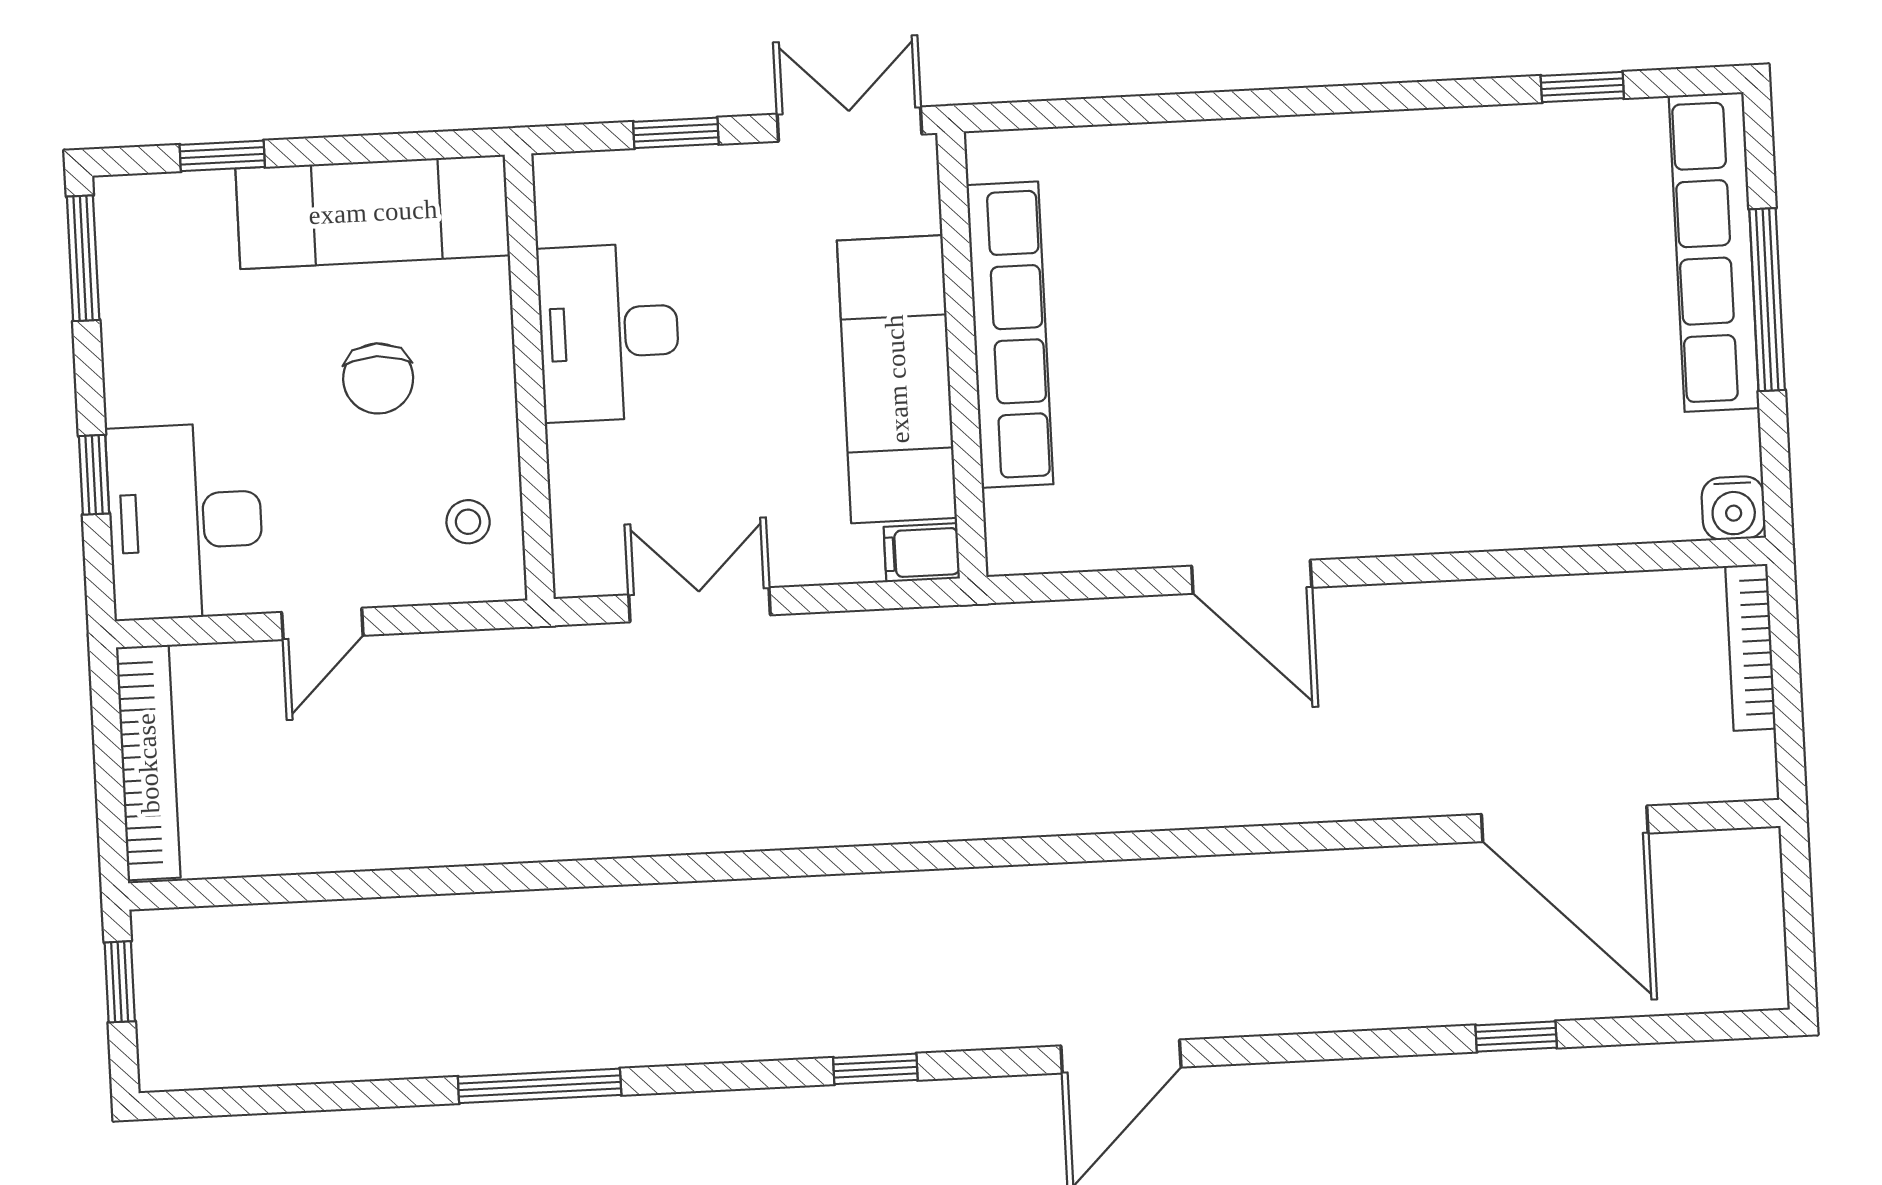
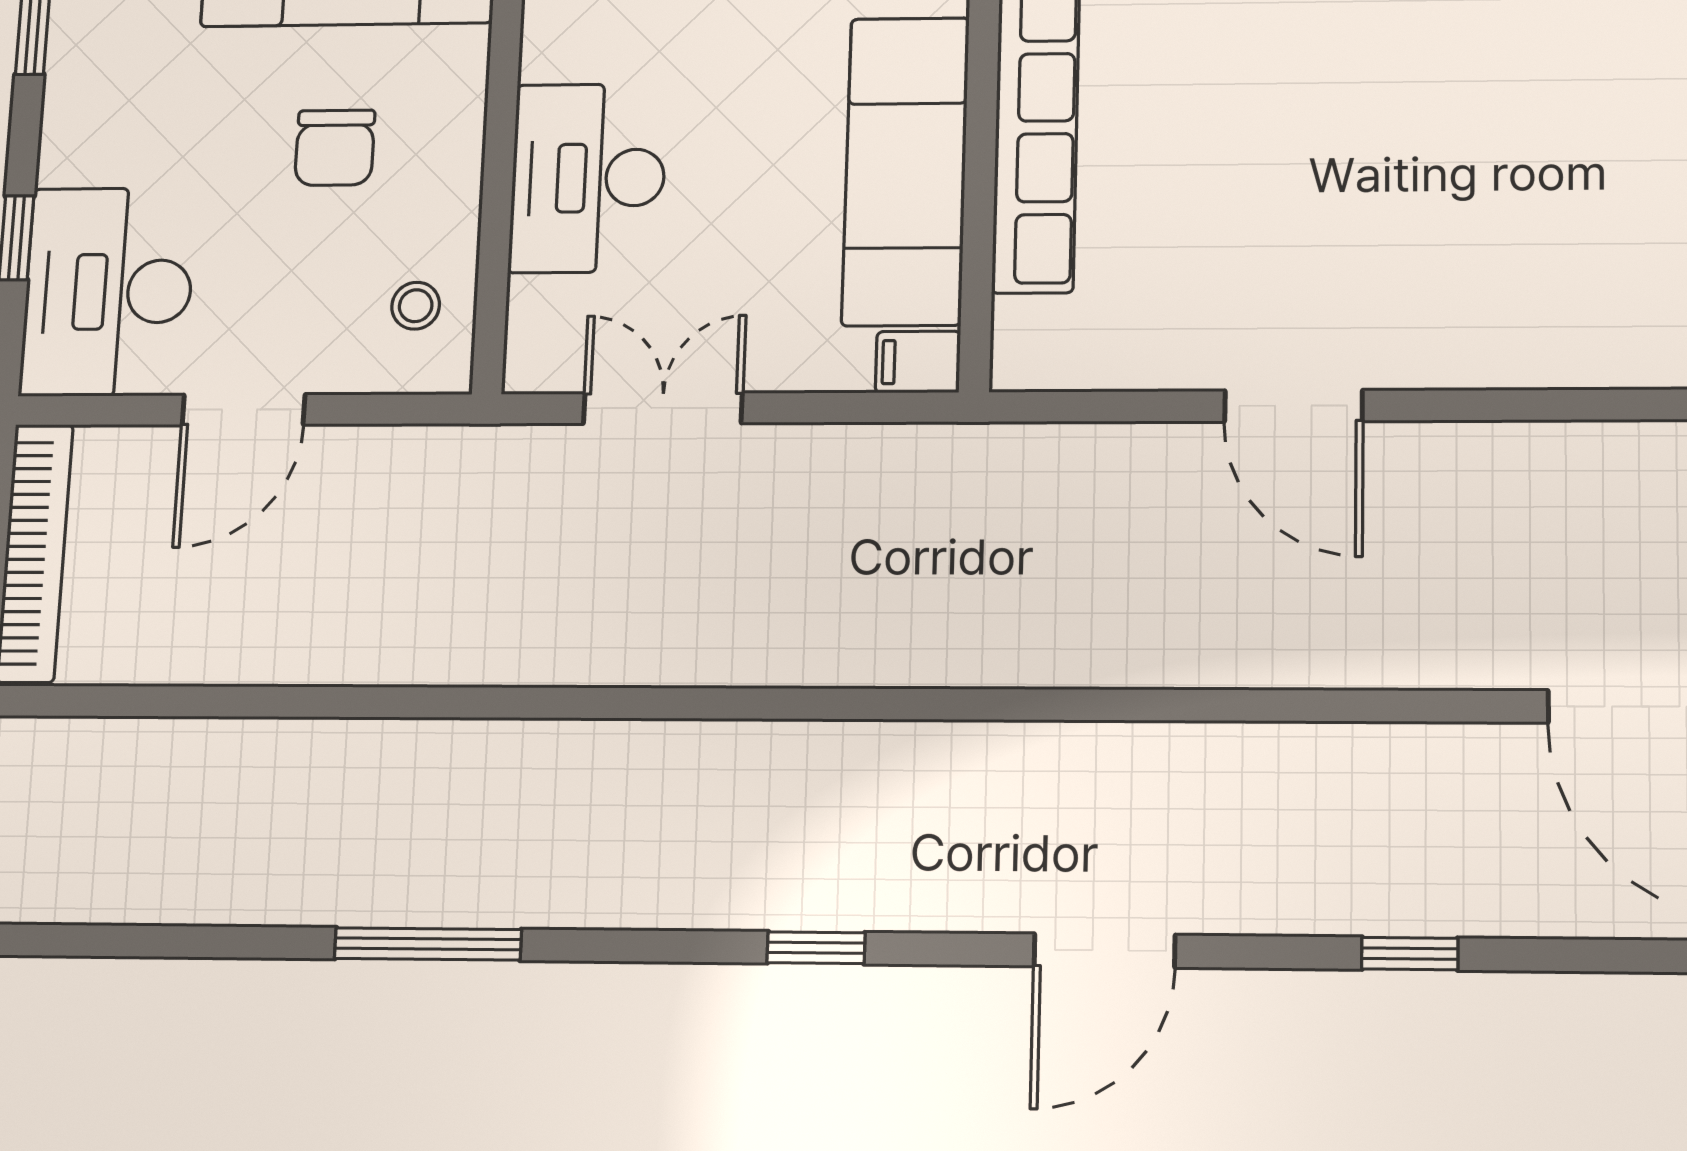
desk: (609, 332) -> (588, 178), moved
door: (322, 624) -> (243, 410), width x1.37
window: (1516, 1036) -> (1410, 954), moved

